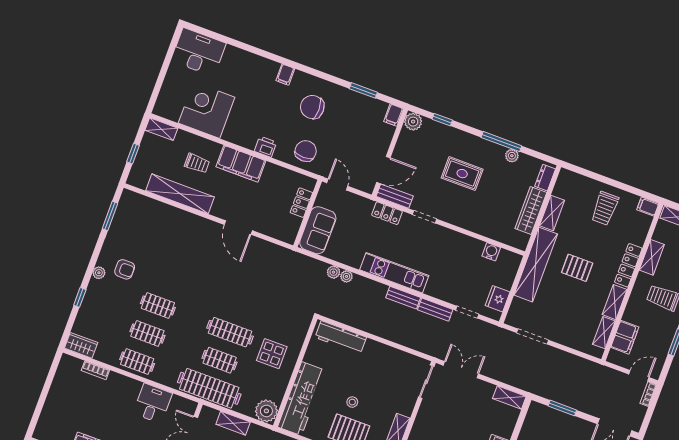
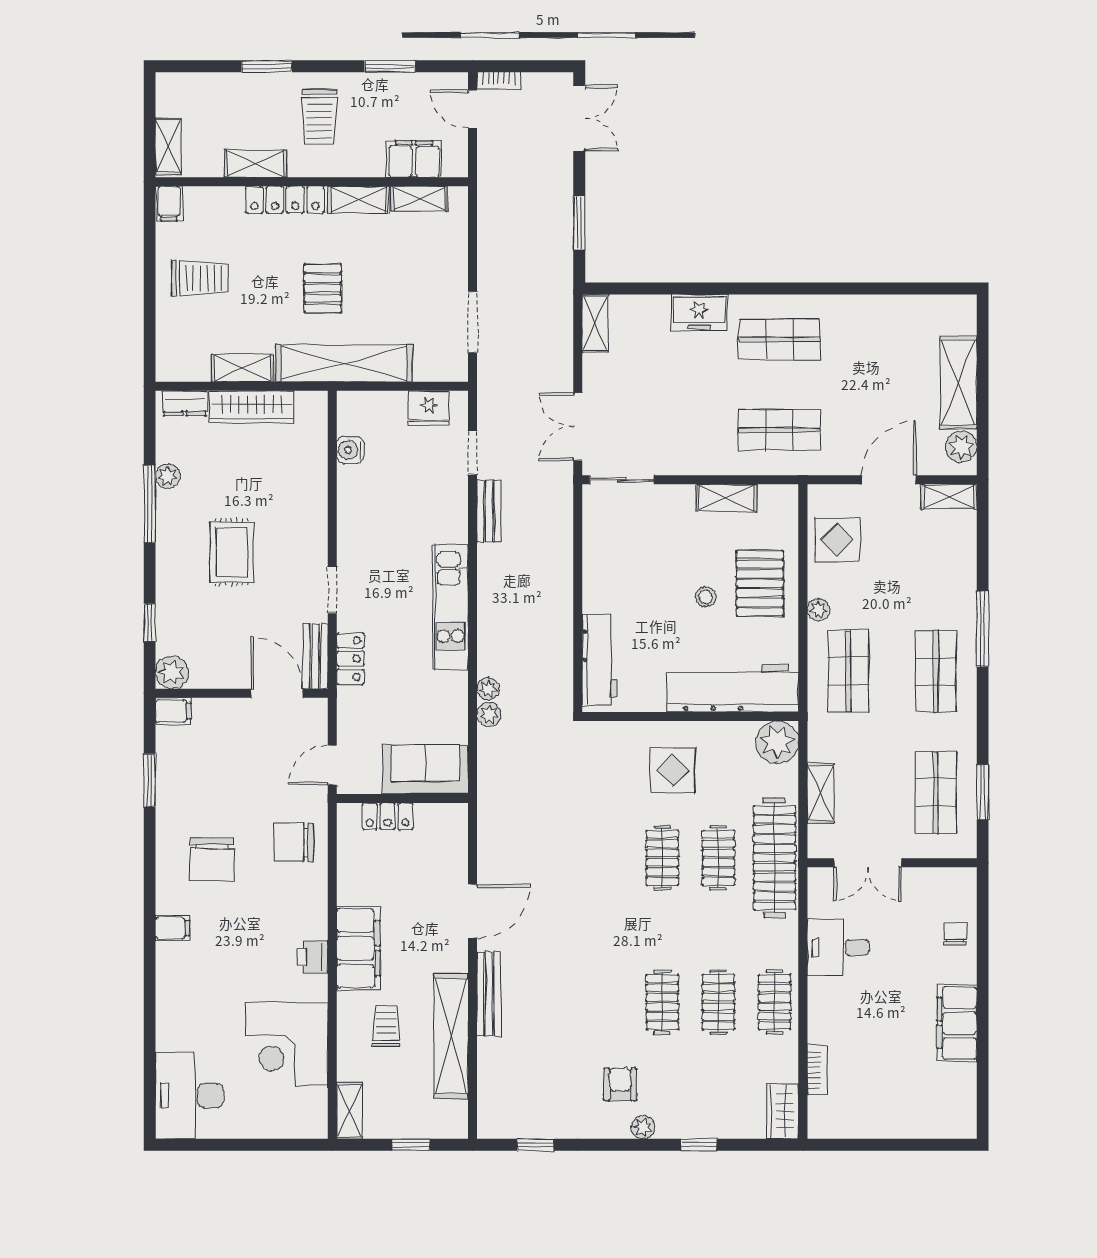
printer: (265, 147) -> (312, 957), moved
window: (110, 216) -> (536, 1145), width x0.67
bench: (403, 298) -> (489, 994), moved, width x1.36
clothes rail: (230, 332) -> (662, 858), width x0.73

